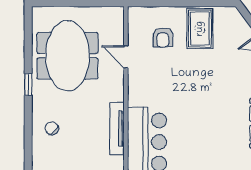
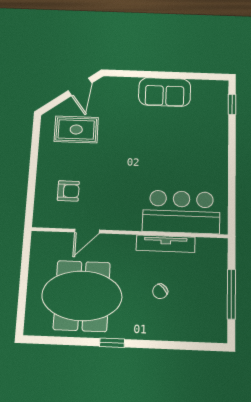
rug: (200, 29) -> (76, 129), moved
chair: (52, 128) -> (160, 291), moved

